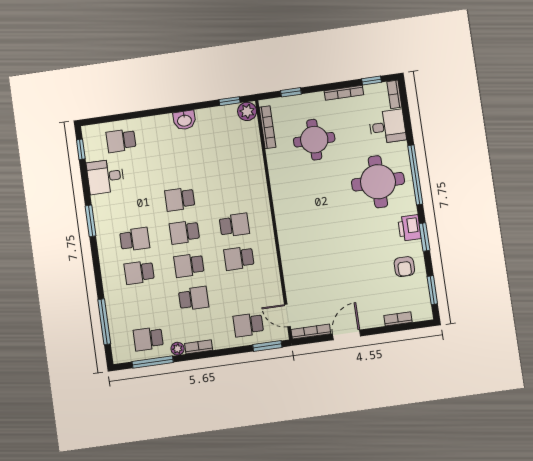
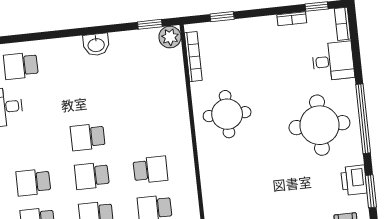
bookcase: (344, 93) -> (292, 19), width x0.64
round table: (314, 140) -> (227, 114), moved
school desk: (135, 239) -> (33, 182), turned 180

